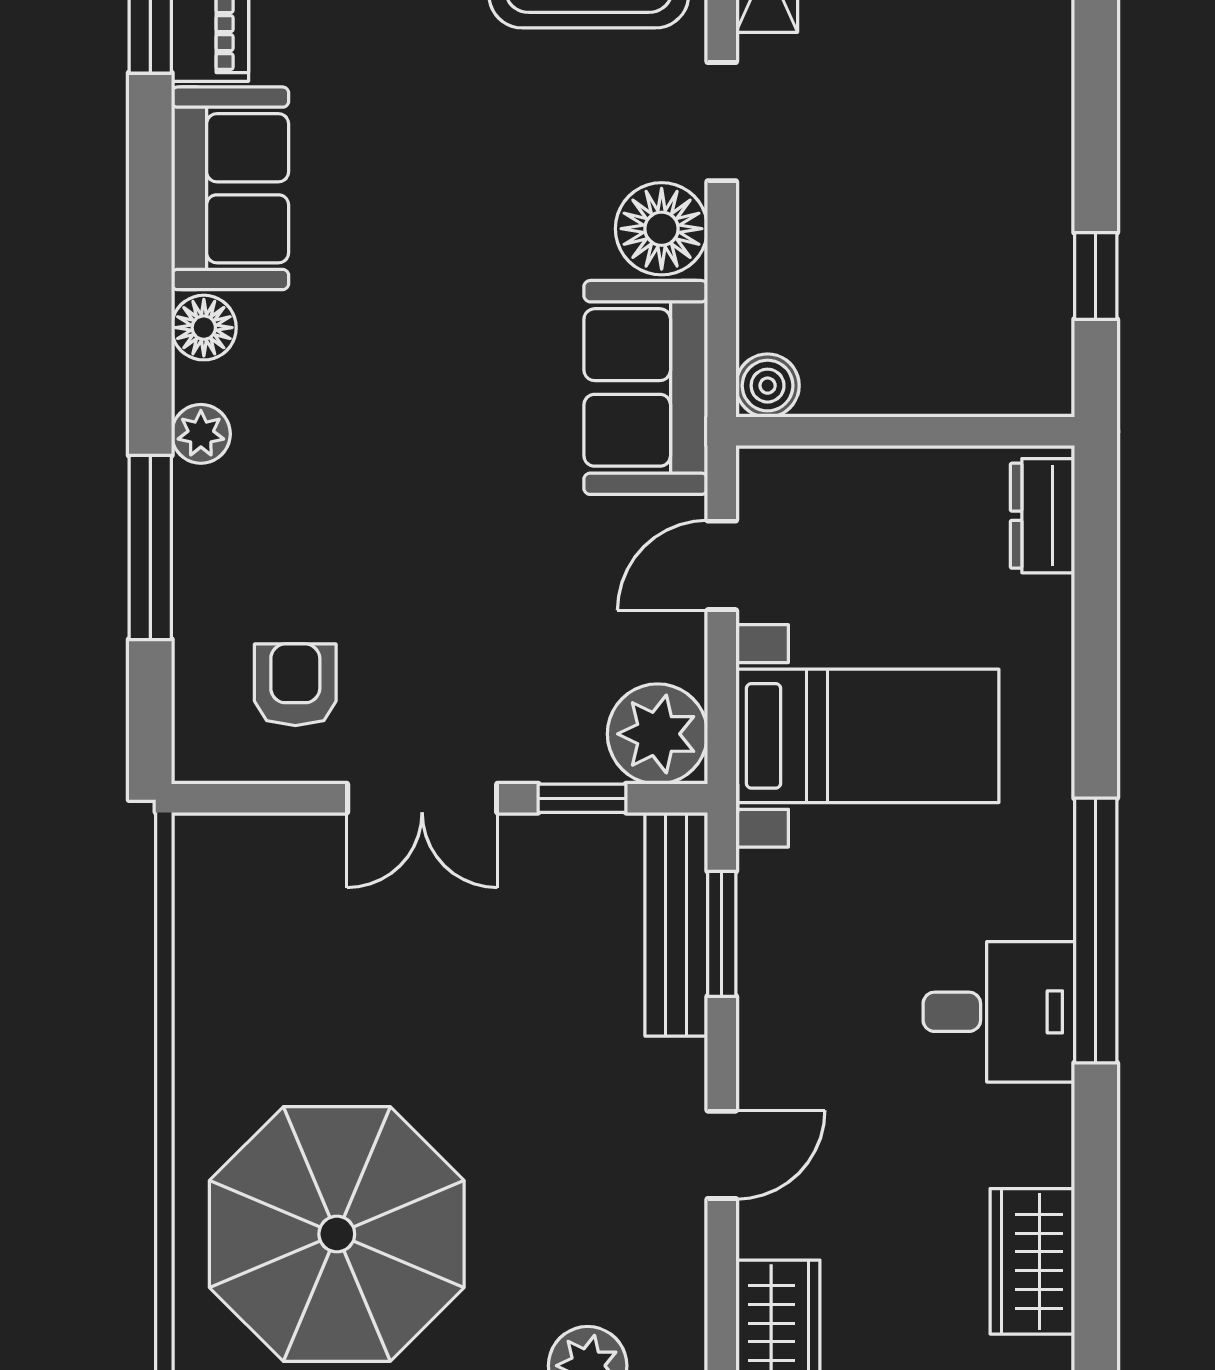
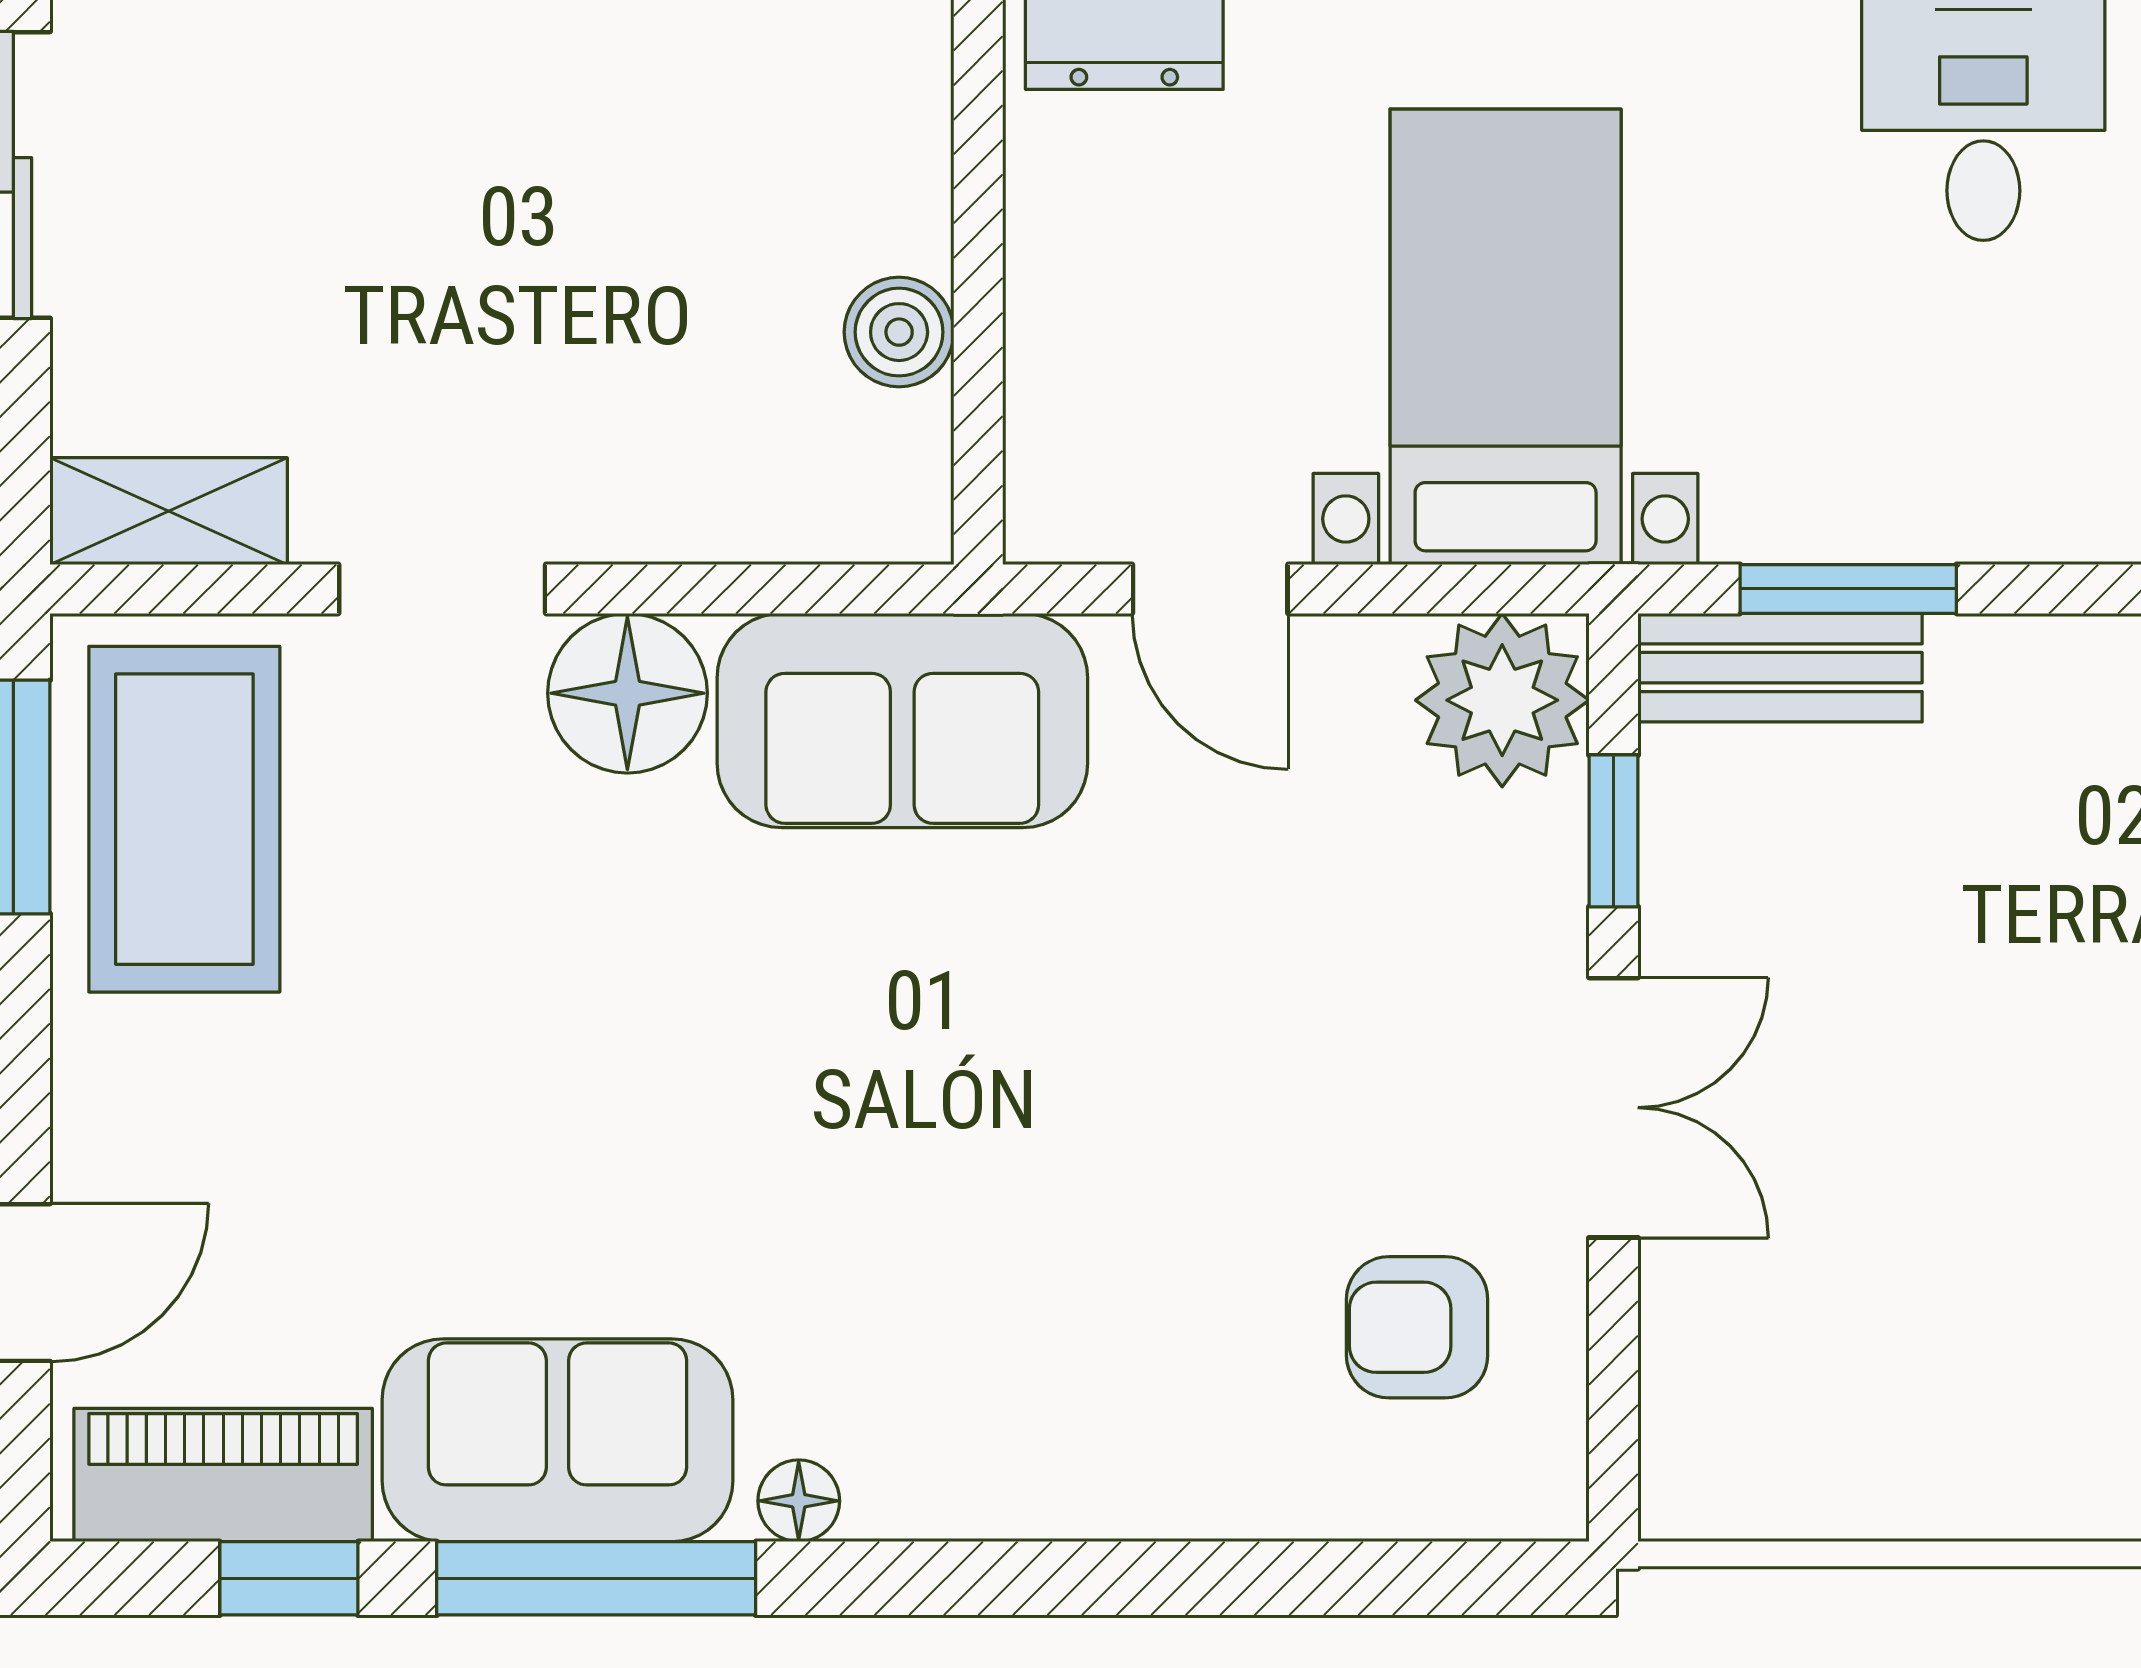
floor lamp: (204, 328) -> (799, 1501), width x0.73, depth x0.73
boiler: (768, 386) -> (899, 332), moved
plant: (201, 434) -> (983, 1491), removed
window: (150, 547) -> (596, 1578), moved
bench: (676, 924) -> (1780, 668), width x0.73

